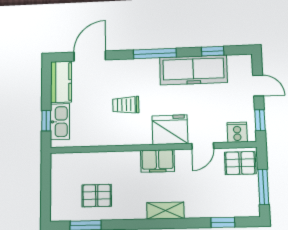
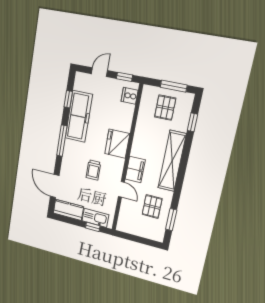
door: (203, 146) -> (121, 189), moved
filing cabinet: (157, 161) -> (135, 170), moved
pallet: (240, 163) -> (165, 108), moved
shelving: (165, 211) -> (172, 161), width x2.20, depth x1.33

